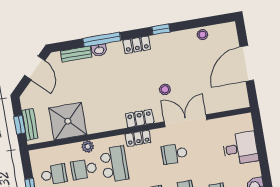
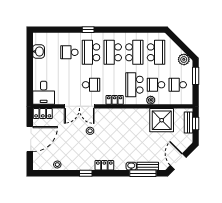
window: (102, 39) -> (143, 173), moved
locker: (140, 118) -> (43, 114), moved
desk: (240, 148) -> (44, 93), moved, turned -90
school desk: (84, 169) -> (156, 85), turned 180

